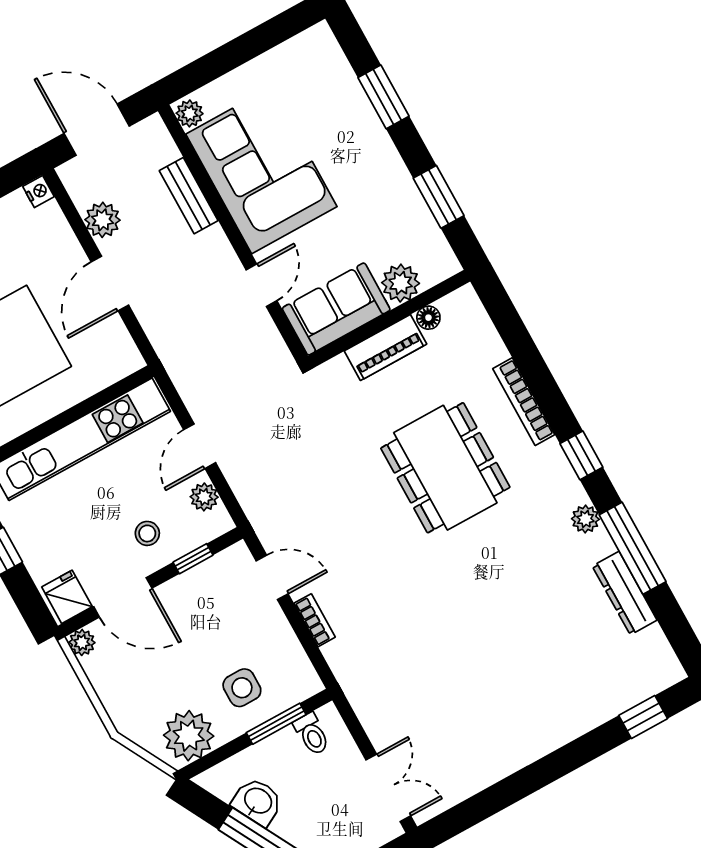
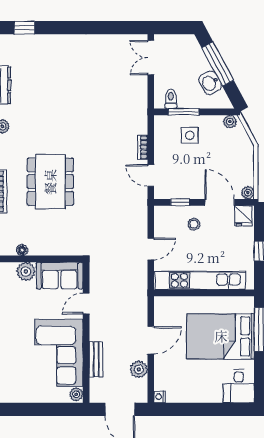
piano: (385, 347) -> (48, 247), removed
plant: (204, 497) -> (161, 226), removed
plant: (189, 736) -> (230, 122), width x0.53, depth x0.53

